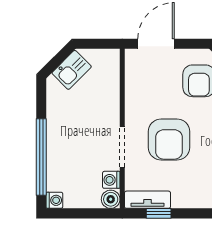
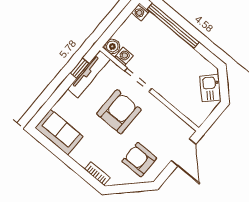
armchair: (169, 140) -> (119, 112), turned 90
tv unit: (147, 200) -> (89, 74), width x1.41

